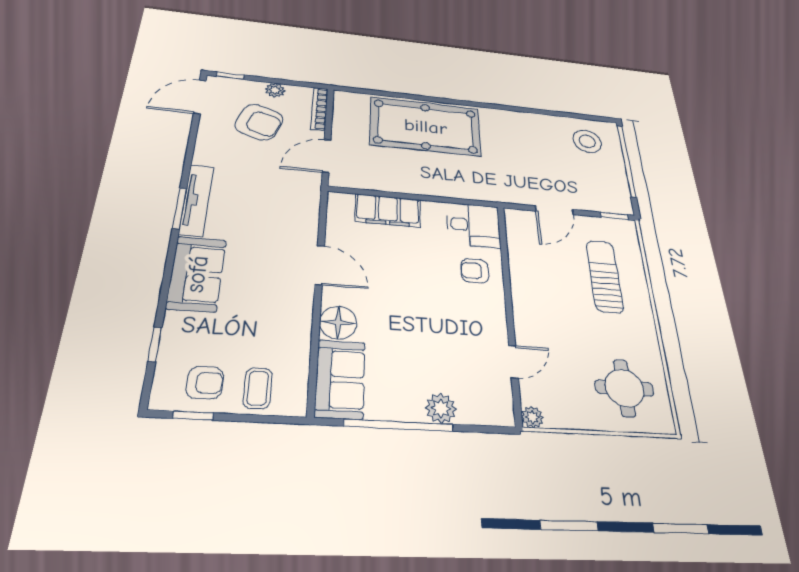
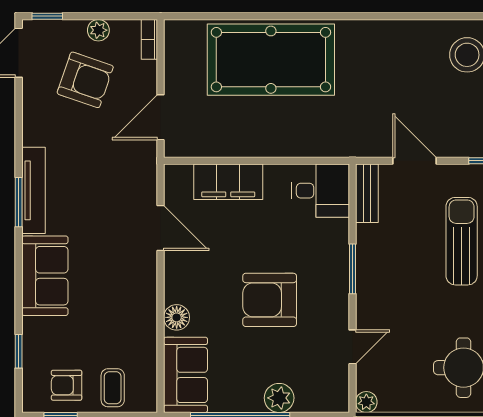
bookcase: (320, 109) -> (149, 39), width x0.64
door: (554, 210) -> (415, 161), swing flipped
bench: (515, 231) -> (367, 193), added
door: (320, 265) -> (161, 228), moved
armchair: (475, 271) -> (270, 300), moved, width x1.88, depth x1.88
window: (508, 291) -> (353, 269), added
floor lamp: (338, 323) -> (177, 317), width x0.73, depth x0.73
armchair: (205, 383) -> (67, 385), turned 180

